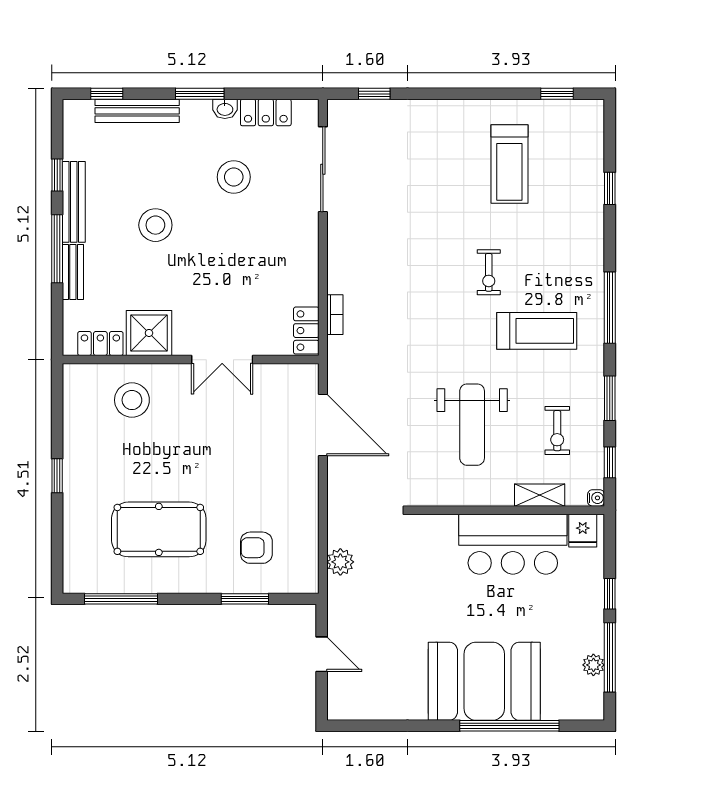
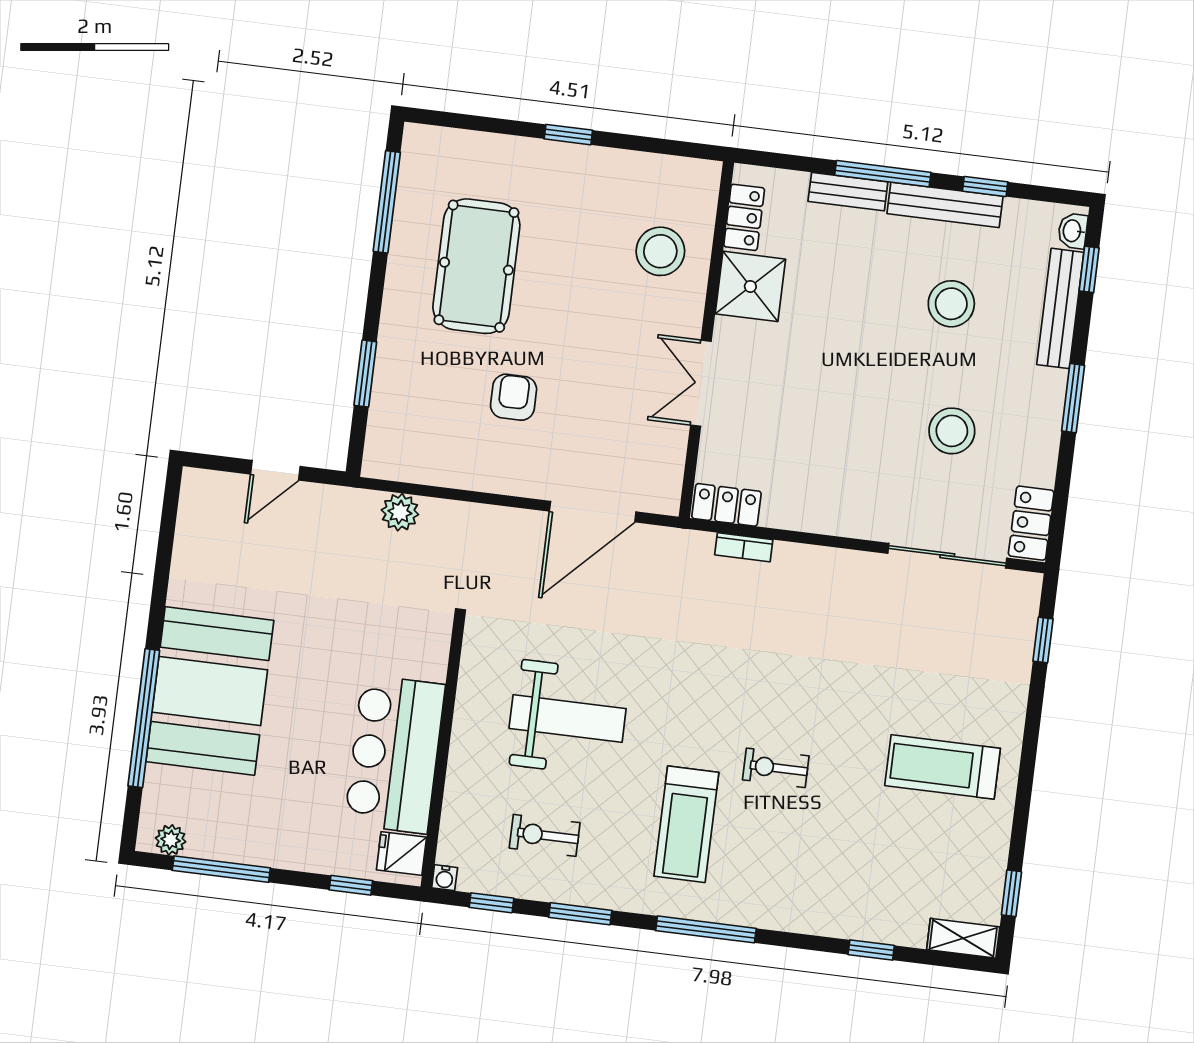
washbasin: (225, 109) -> (1073, 231), moved
locker: (266, 113) -> (1031, 523), moved
treadmill: (509, 164) -> (943, 767), moved
stool: (155, 225) -> (951, 304), moved
weight bench: (472, 425) -> (568, 718), turned 180
shelving: (540, 495) -> (963, 938), moved, turned 90
armchair: (256, 548) -> (514, 397), moved
window: (610, 594) -> (351, 885), moved
plant: (593, 665) -> (171, 840), moved

